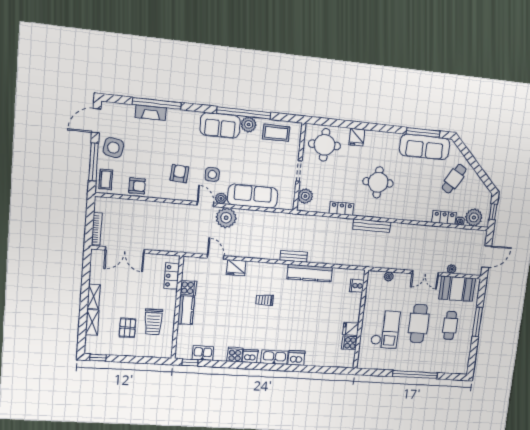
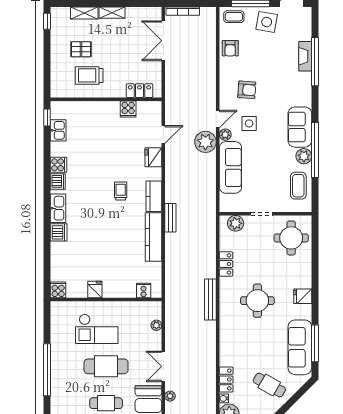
fridge: (357, 137) -> (303, 296), moved
kitchen counter: (186, 310) -> (154, 196), moved, turned 90
cooker: (349, 343) -> (58, 290), moved

